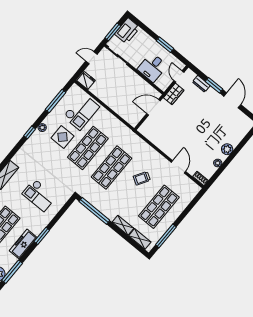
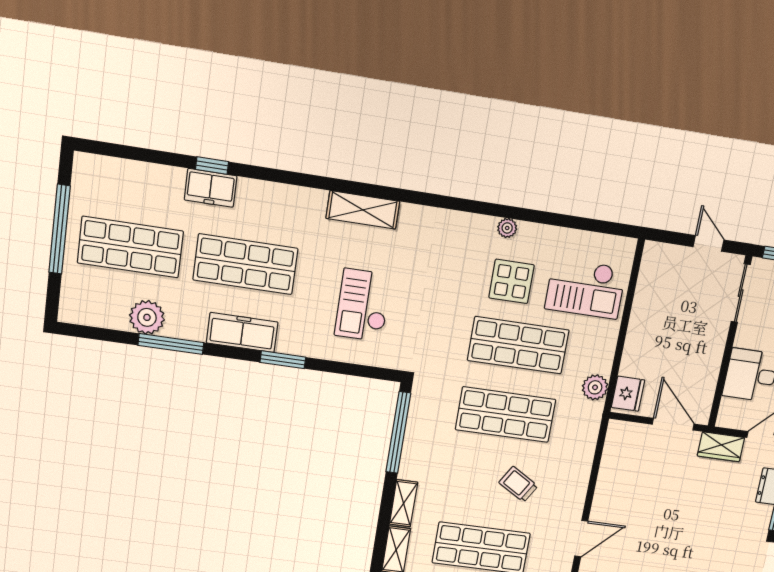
fridge: (86, 80) -> (628, 394), moved
window: (56, 101) -> (578, 223), removed
plant: (121, 129) -> (595, 387), added
window: (30, 132) -> (482, 208), removed

